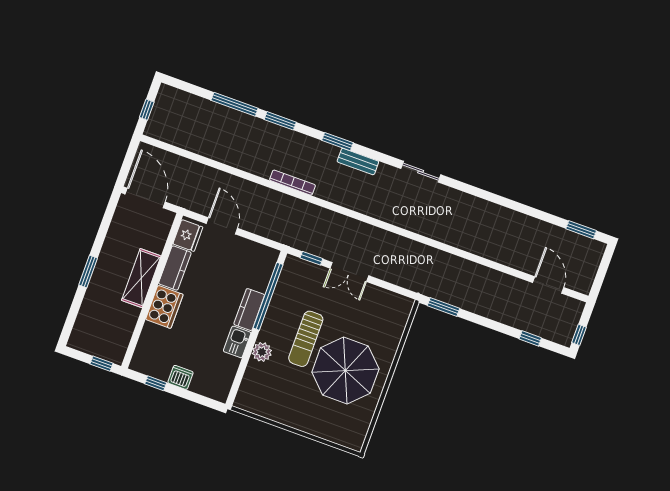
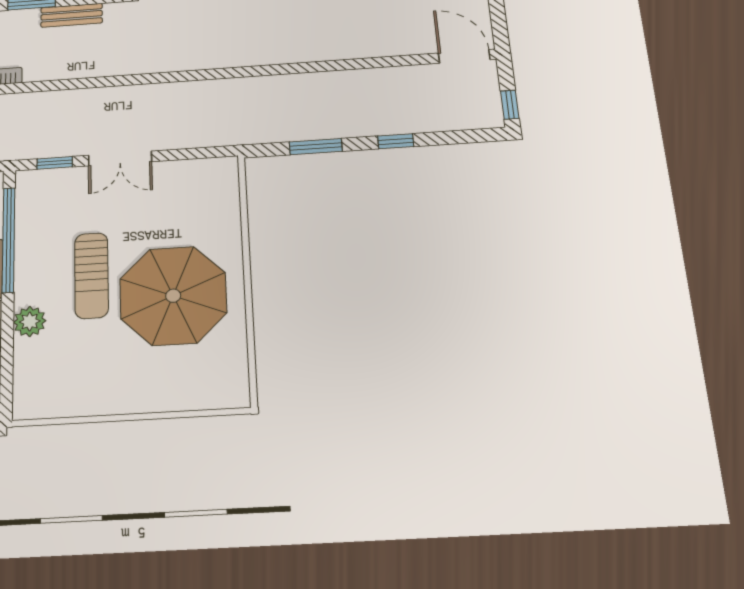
door: (548, 285) -> (464, 56), moved
window: (444, 307) -> (316, 147), moved
window: (530, 338) -> (396, 141), moved

